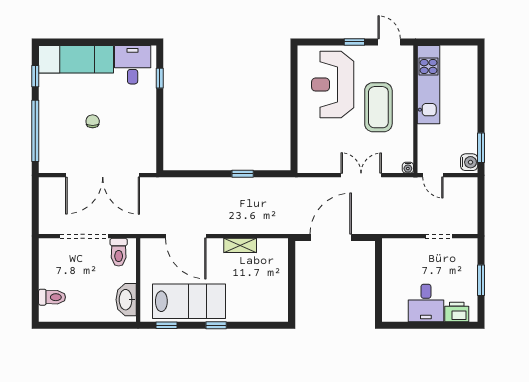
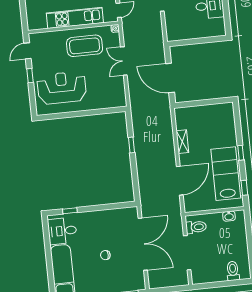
reception desk: (333, 85) -> (62, 88), turned 180
kitchen unit: (429, 85) -> (75, 18), moved
coffee table: (378, 107) -> (85, 46), moved
washbasin: (126, 300) -> (229, 216), width x0.52, depth x0.69

